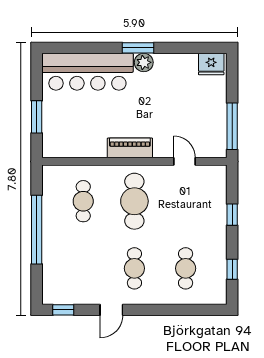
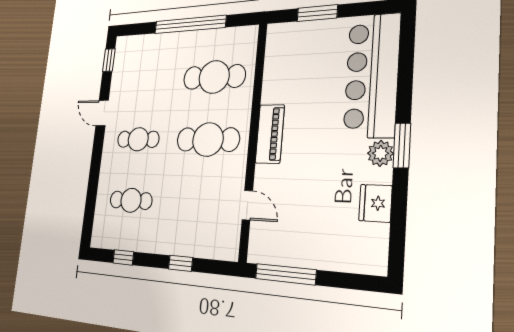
fridge: (211, 64) -> (375, 203), moved
door: (184, 161) -> (247, 205), hinge flipped
cafe table: (83, 201) -> (214, 77), width x1.37, depth x1.35

